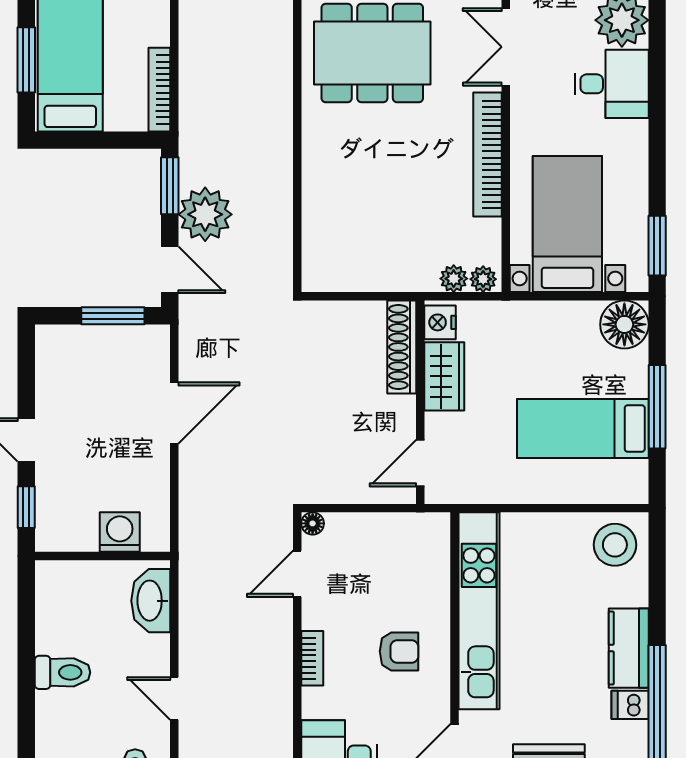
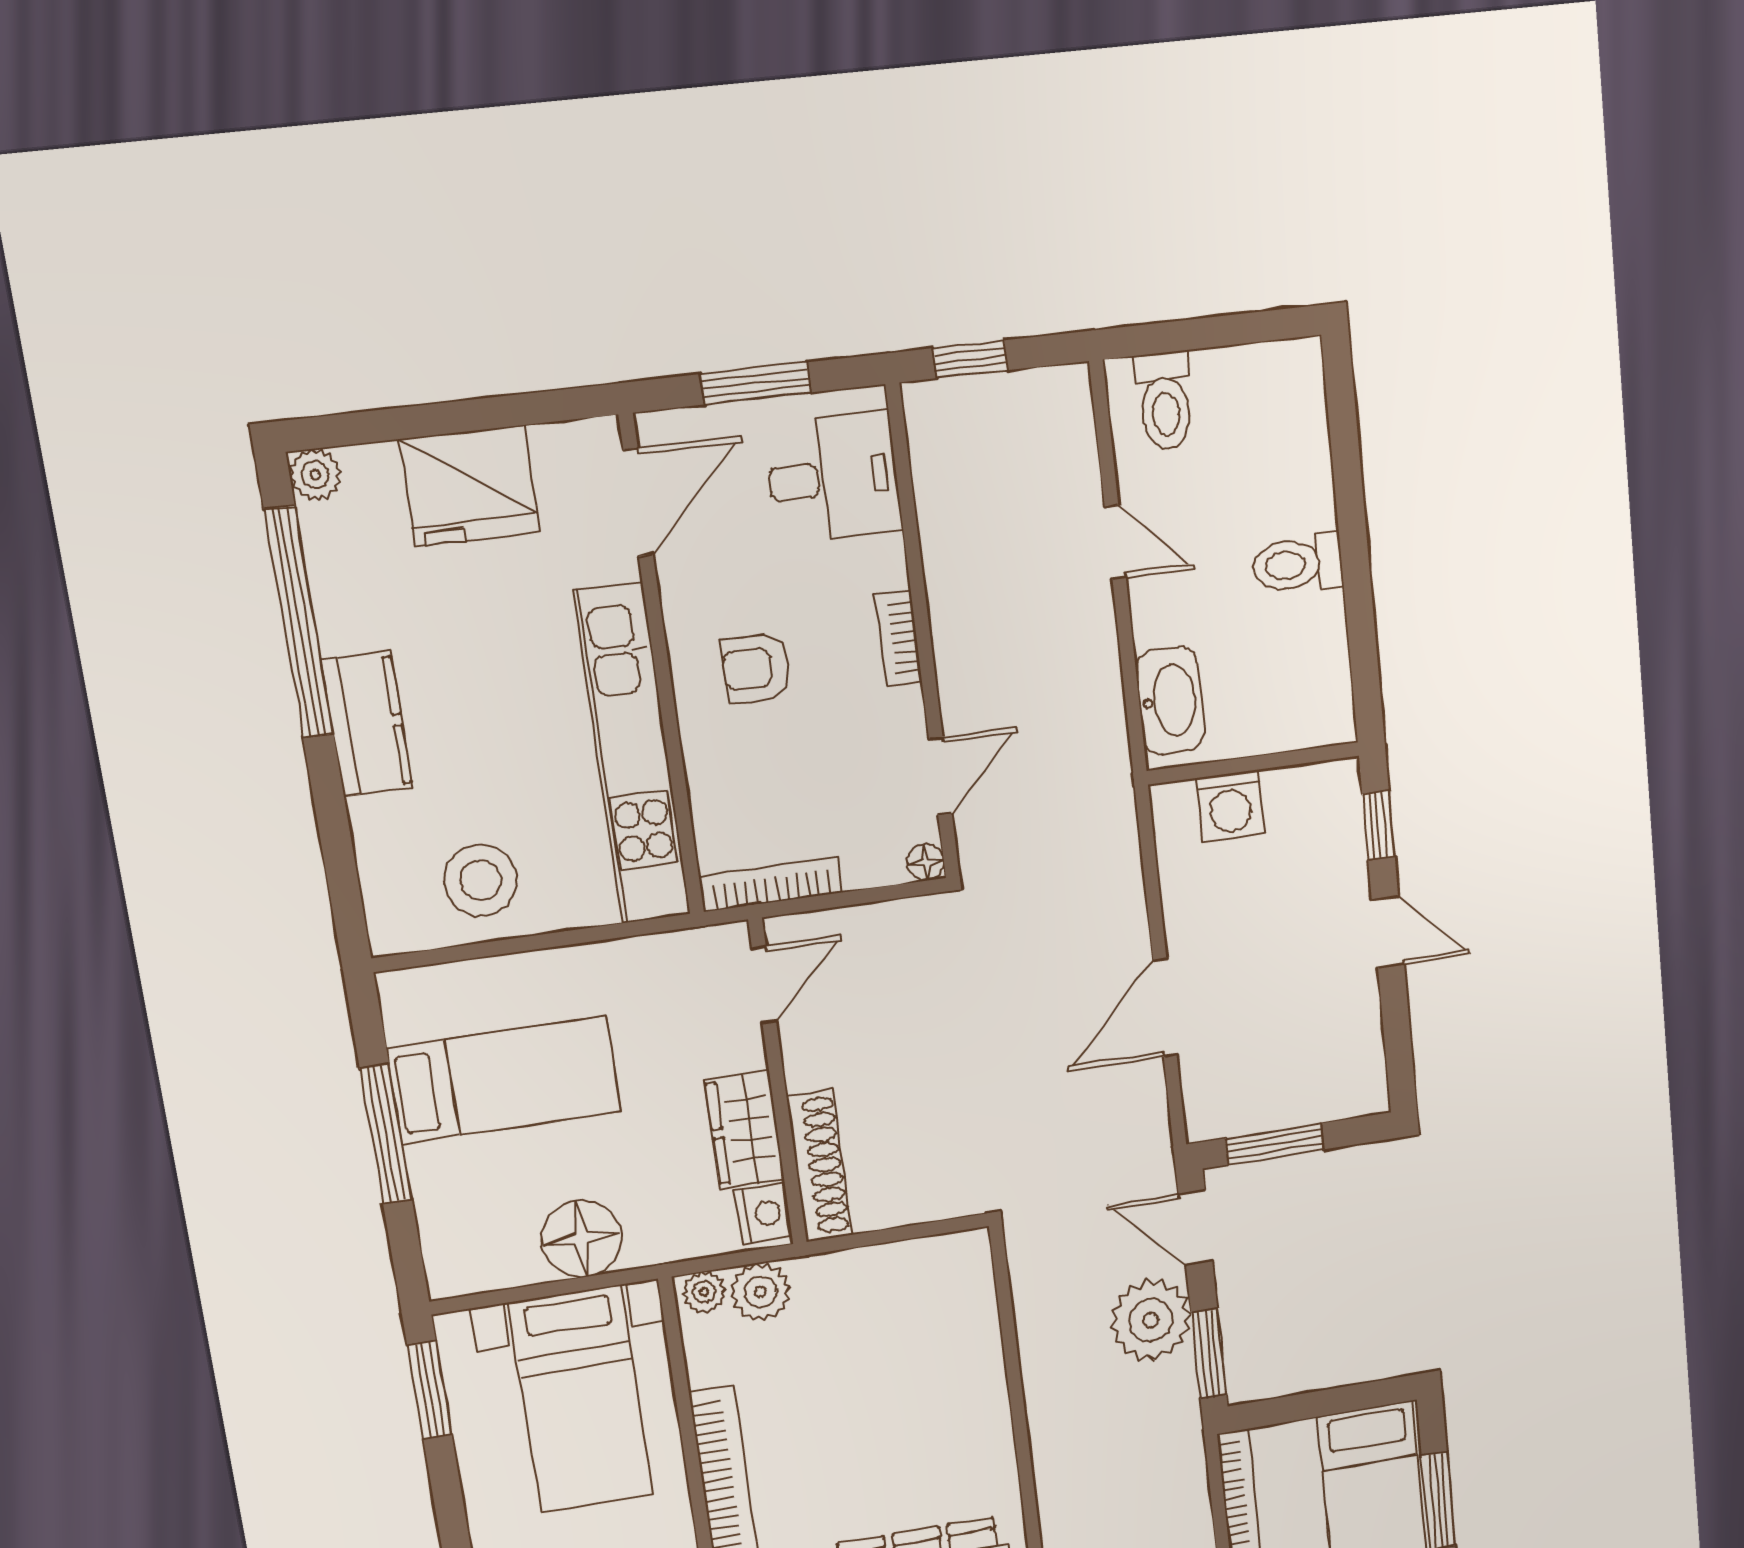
plant: (454, 279) -> (760, 1292), width x1.38, depth x1.38
floor lamp: (624, 324) -> (582, 1239), moved
bookcase: (408, 523) -> (771, 884), added
stool: (615, 545) -> (481, 880), moved
dishwasher: (630, 705) -> (348, 625), removed

